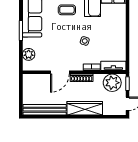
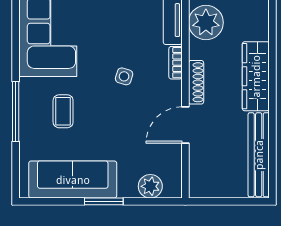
door: (60, 72) -> (185, 125), swing flipped

